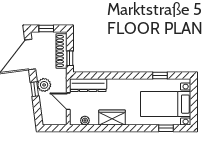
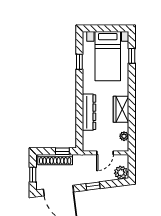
plant: (44, 85) -> (121, 173), moved
dresser: (88, 85) -> (89, 112), moved

